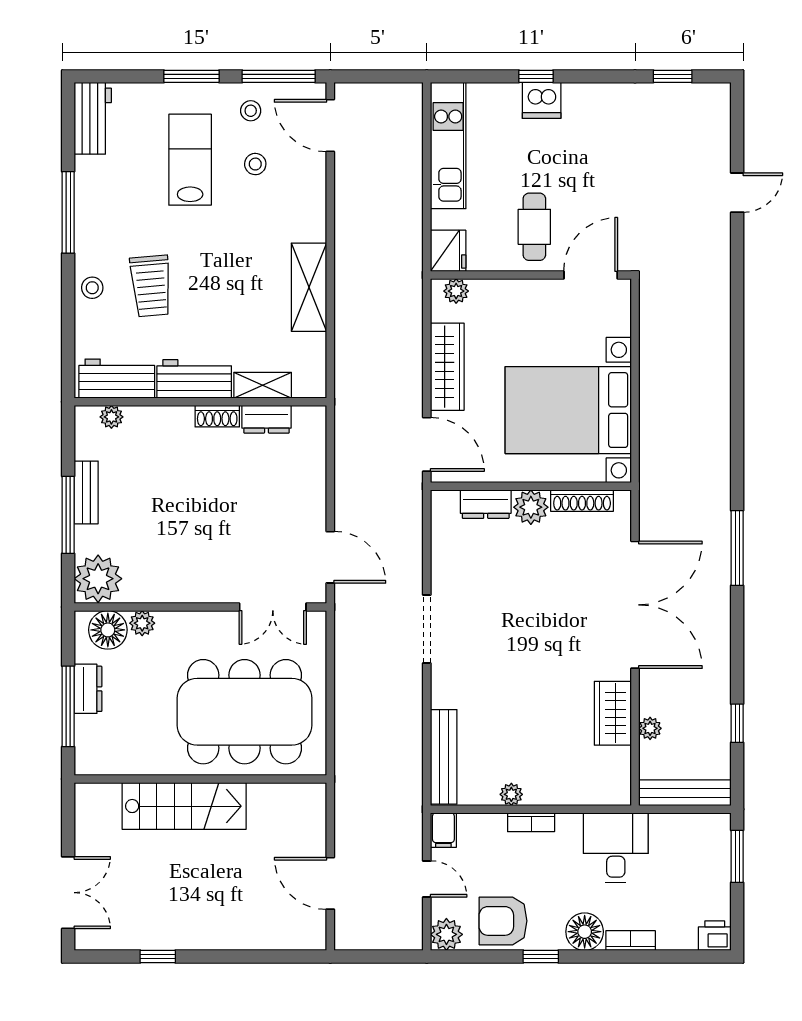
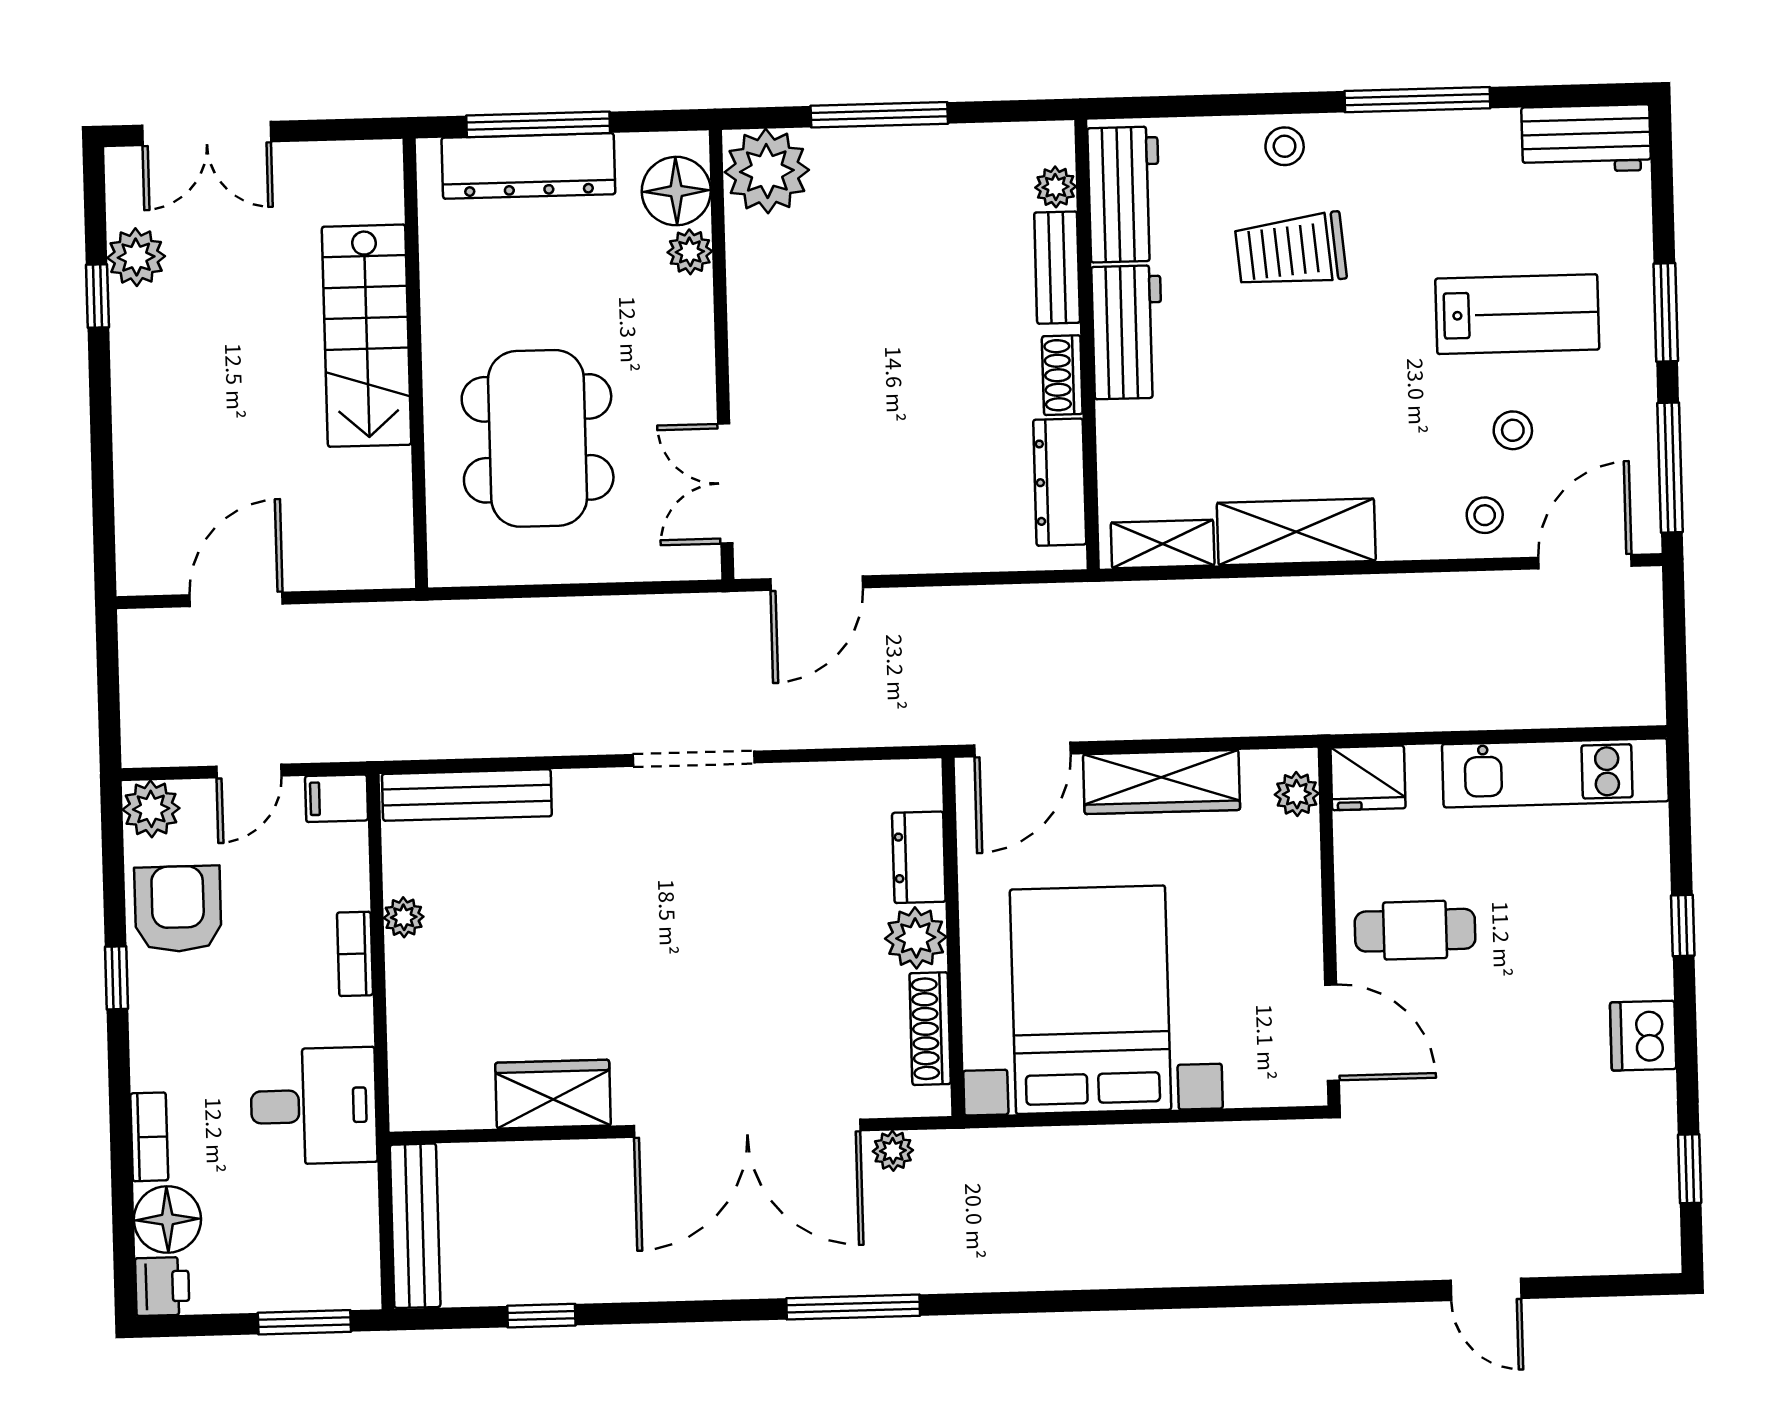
dishwasher: (542, 100) -> (1643, 1036), moved
stool: (251, 111) -> (1485, 515), moved
shelving: (263, 385) -> (1163, 544), moved, turned 90
dresser: (266, 419) -> (1060, 482), width x1.44
bench: (86, 492) -> (1057, 268), moved, turned 90
dresser: (88, 689) -> (528, 166), width x1.96, depth x1.24
dining table: (245, 712) -> (538, 438), width x0.73, depth x0.80
plant: (650, 728) -> (893, 1151), moved
floor lamp: (585, 932) -> (167, 1219), moved
plant: (136, 934) -> (136, 257), added

